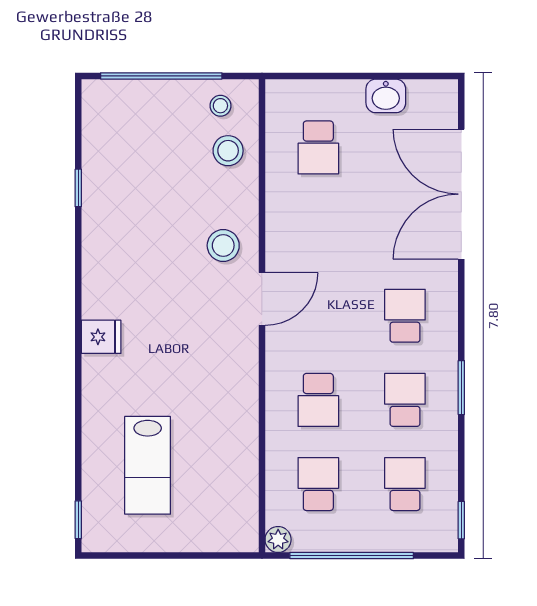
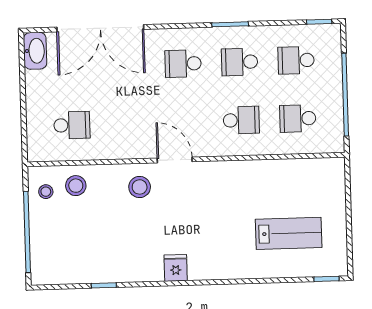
washbasin: (386, 96) -> (35, 51), moved, width x1.38
fridge: (101, 337) -> (176, 268), moved
plant: (278, 539) -> (336, 144), removed

